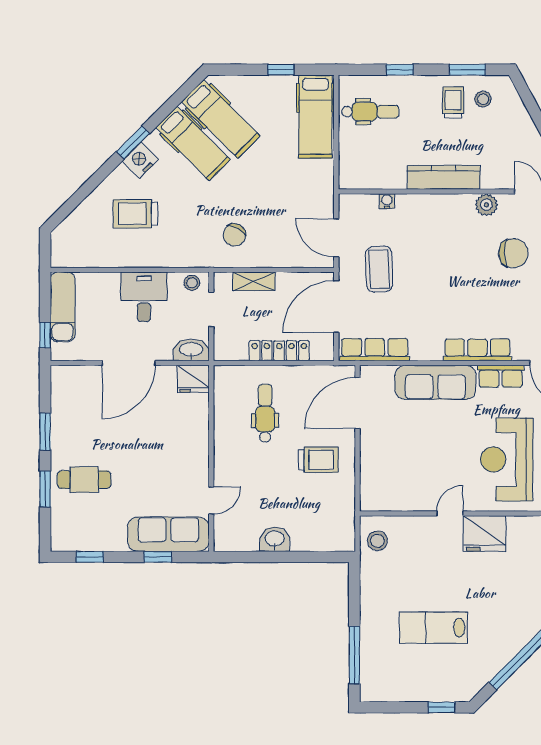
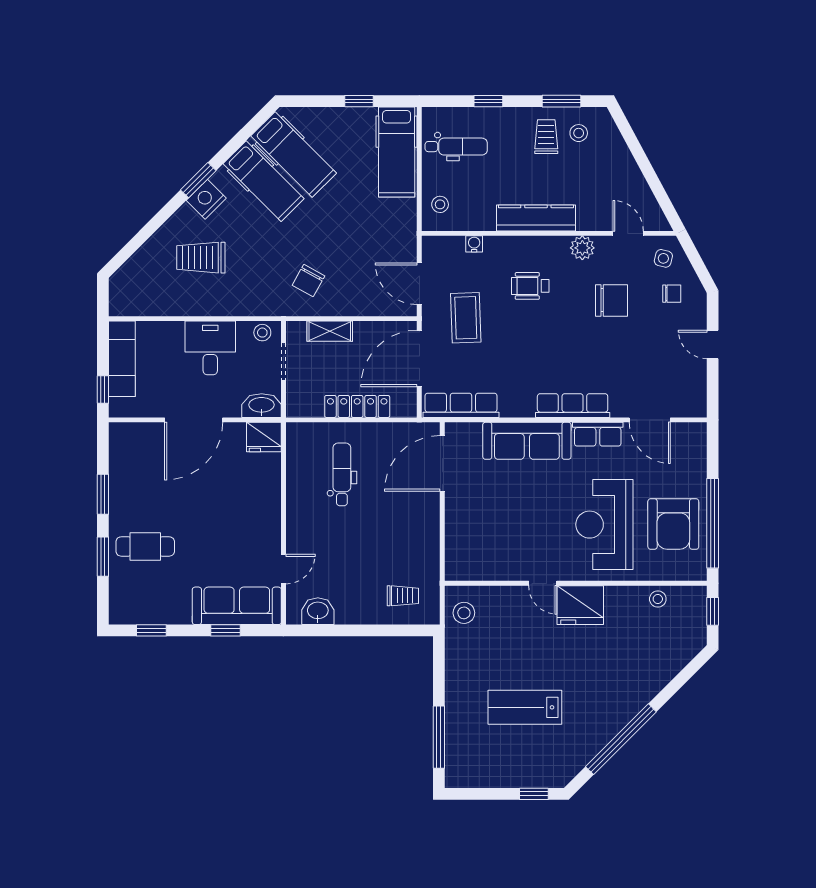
stool: (355, 165) -> (440, 204), added
wheelchair: (438, 240) -> (530, 286), added
trolley: (318, 460) -> (403, 596), moved, width x0.73, depth x0.72
door: (450, 513) -> (543, 583), swing flipped
washbasin: (275, 539) -> (318, 611), moved

